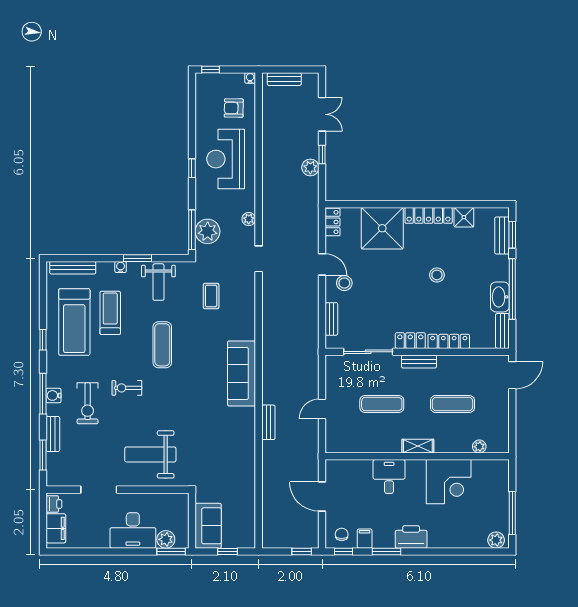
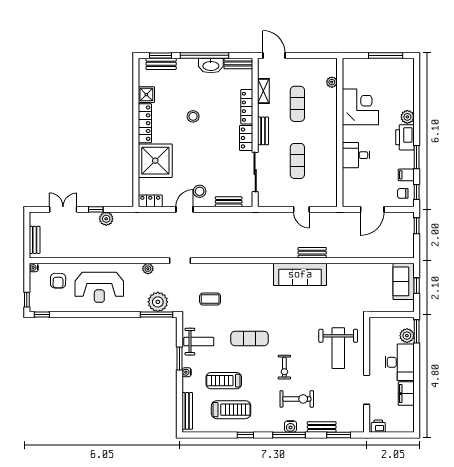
window: (192, 168) -> (42, 314), moved
treadmill: (74, 322) -> (231, 410), width x0.73, depth x0.73
sofa: (242, 373) -> (300, 274), moved
shelving: (418, 446) -> (263, 91), moved
sofa: (208, 526) -> (404, 281), moved, turned -90
filing cabinet: (56, 528) -> (406, 394), moved, turned -90
plant: (496, 540) -> (407, 117), moved

